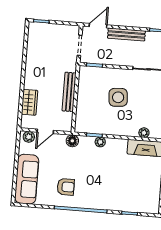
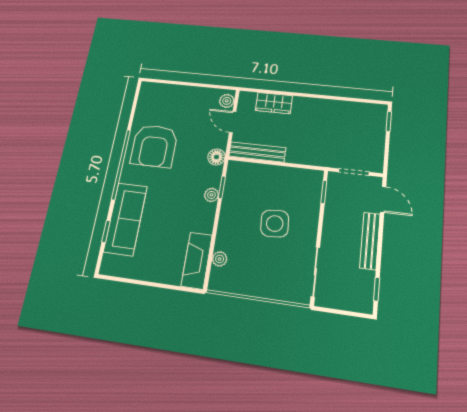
bench: (69, 92) -> (257, 152), moved
sofa: (27, 179) -> (125, 219), moved, turned -90
armchair: (66, 187) -> (154, 146), width x1.88, depth x1.88

